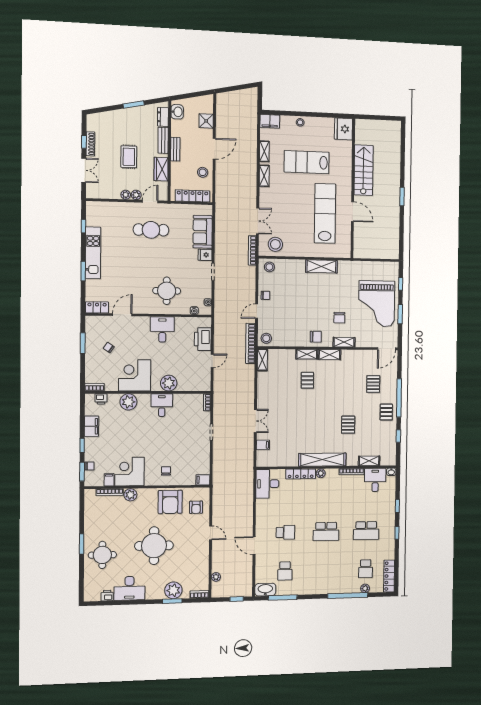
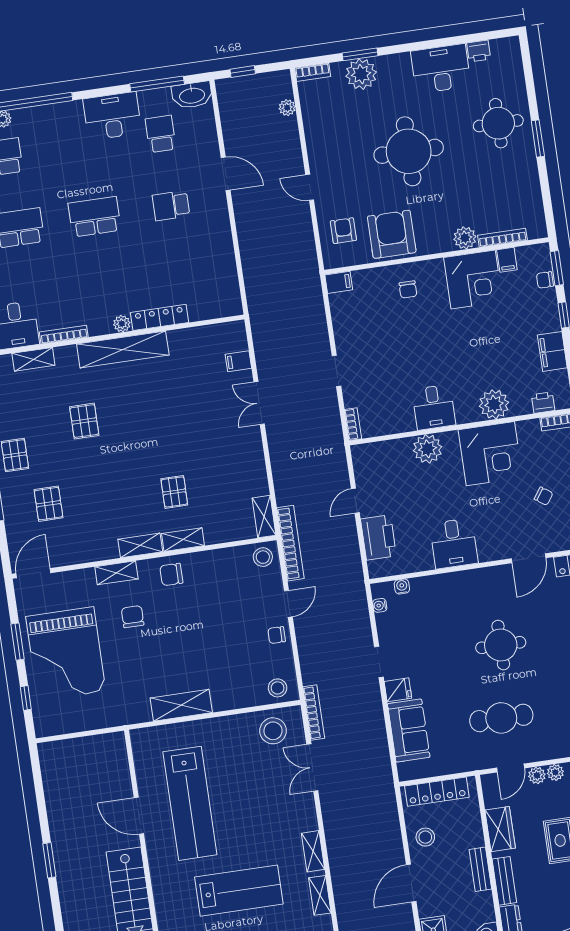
round table: (167, 291) -> (501, 645), moved
grand piano: (377, 304) -> (66, 654), turned 180
desk: (267, 484) -> (112, 116), moved, turned -90

